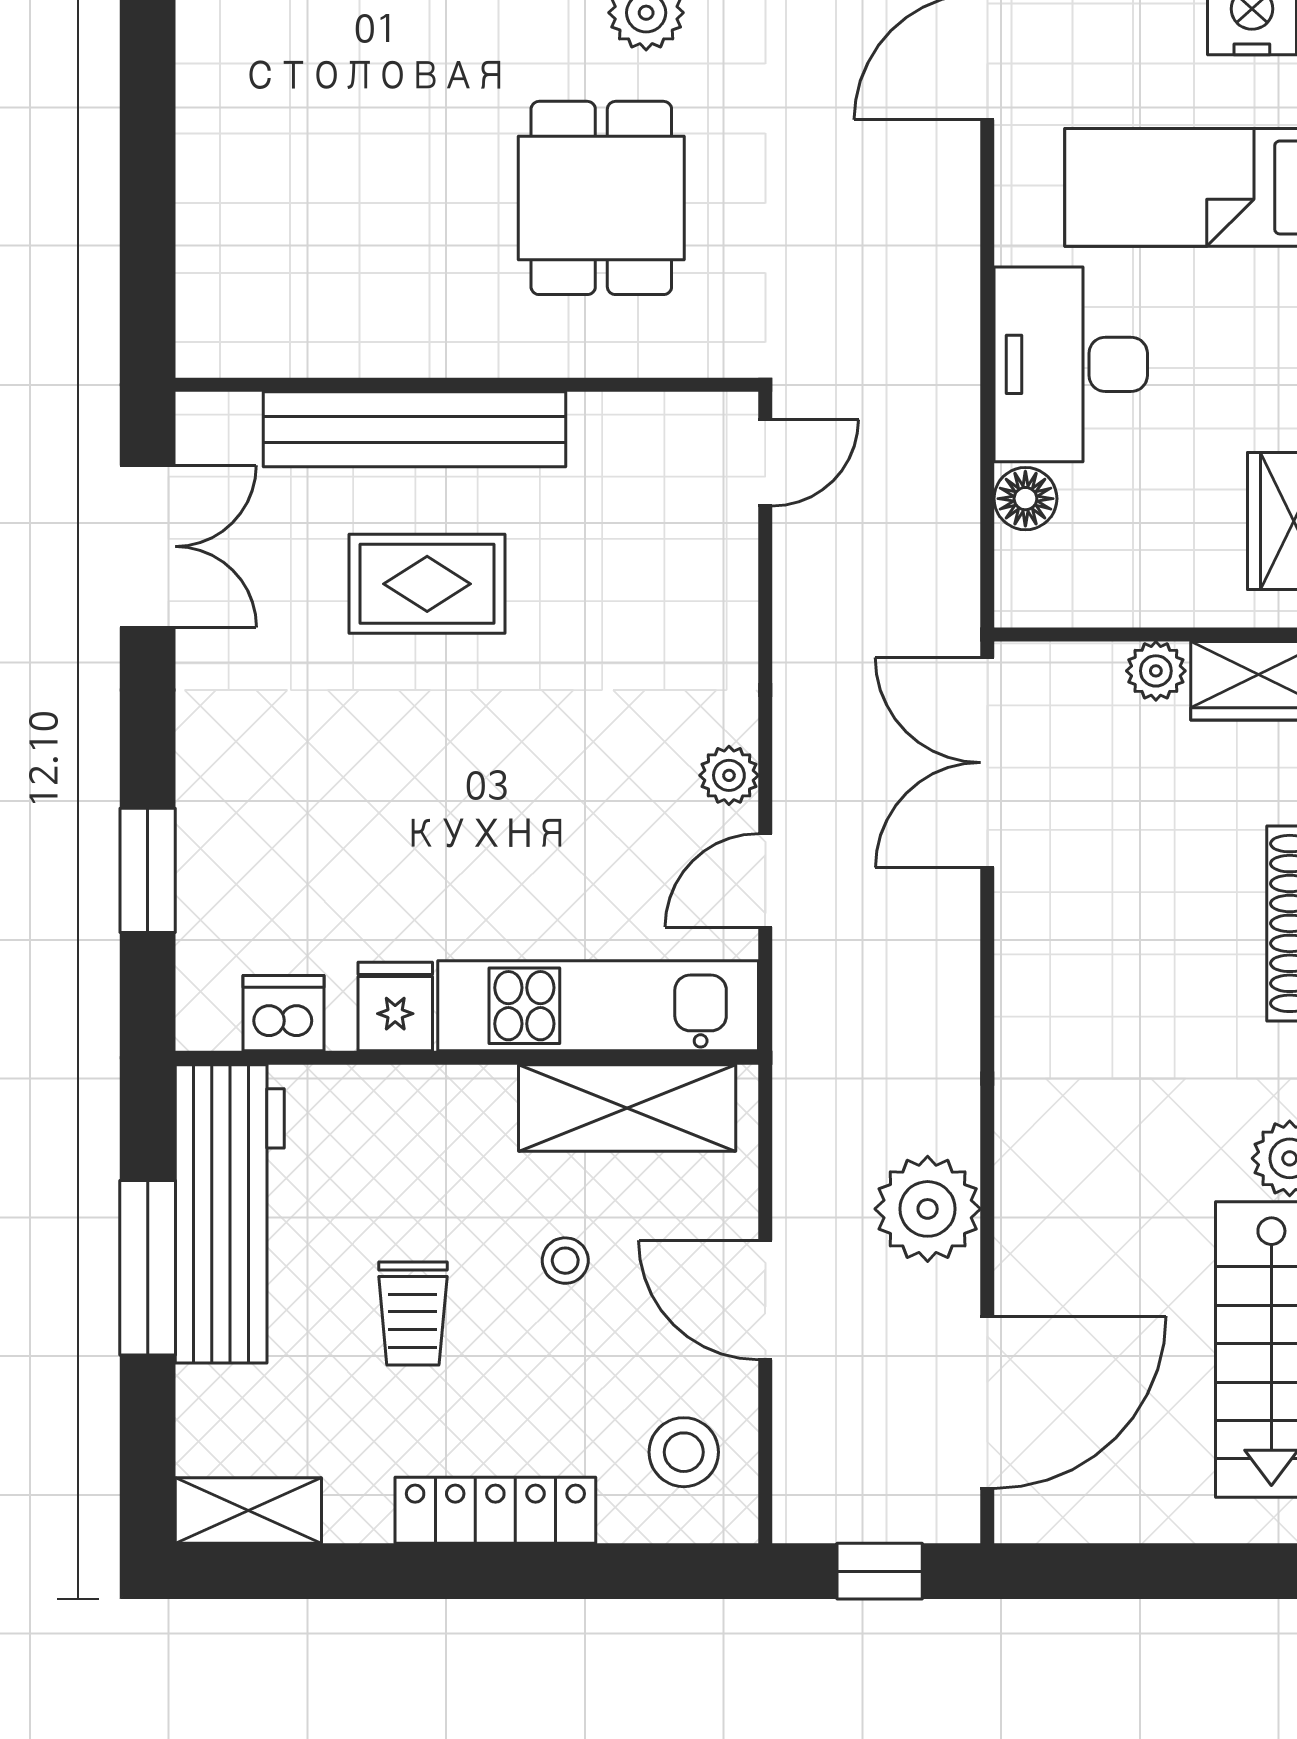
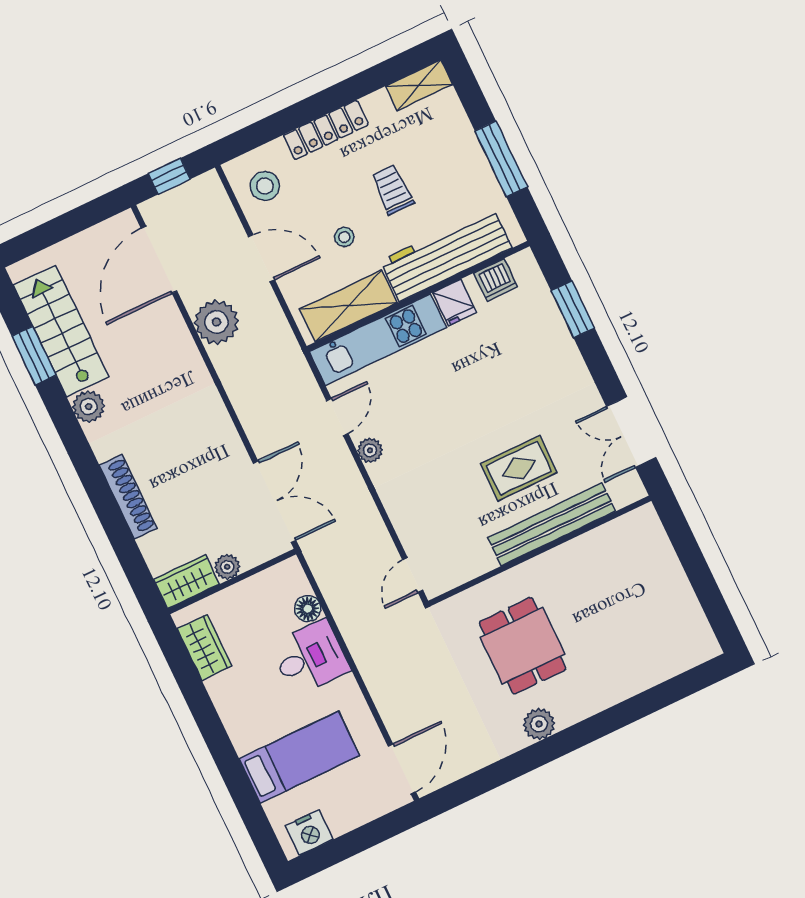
desk: (1071, 364) -> (310, 658), width x0.73
workbench: (230, 1214) -> (446, 254), moved, turned 90

